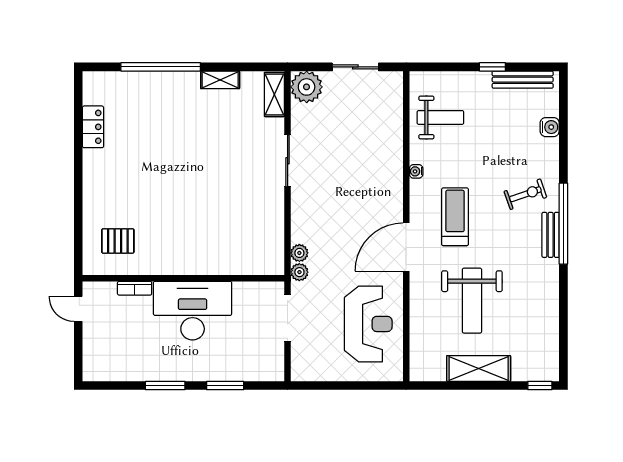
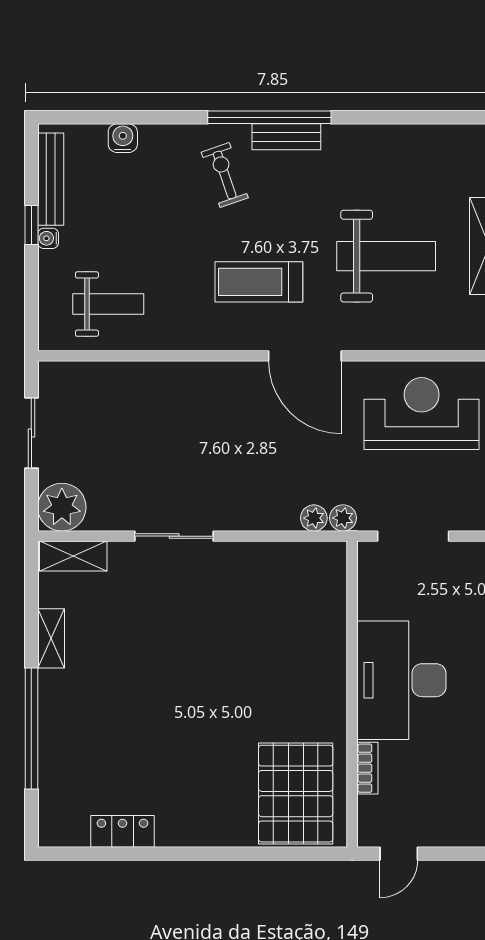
weight bench: (440, 117) -> (108, 304), turned 90
water cooler: (416, 171) -> (48, 238), moved, turned 90
pallet: (118, 241) -> (296, 794), width x2.05, depth x2.00

